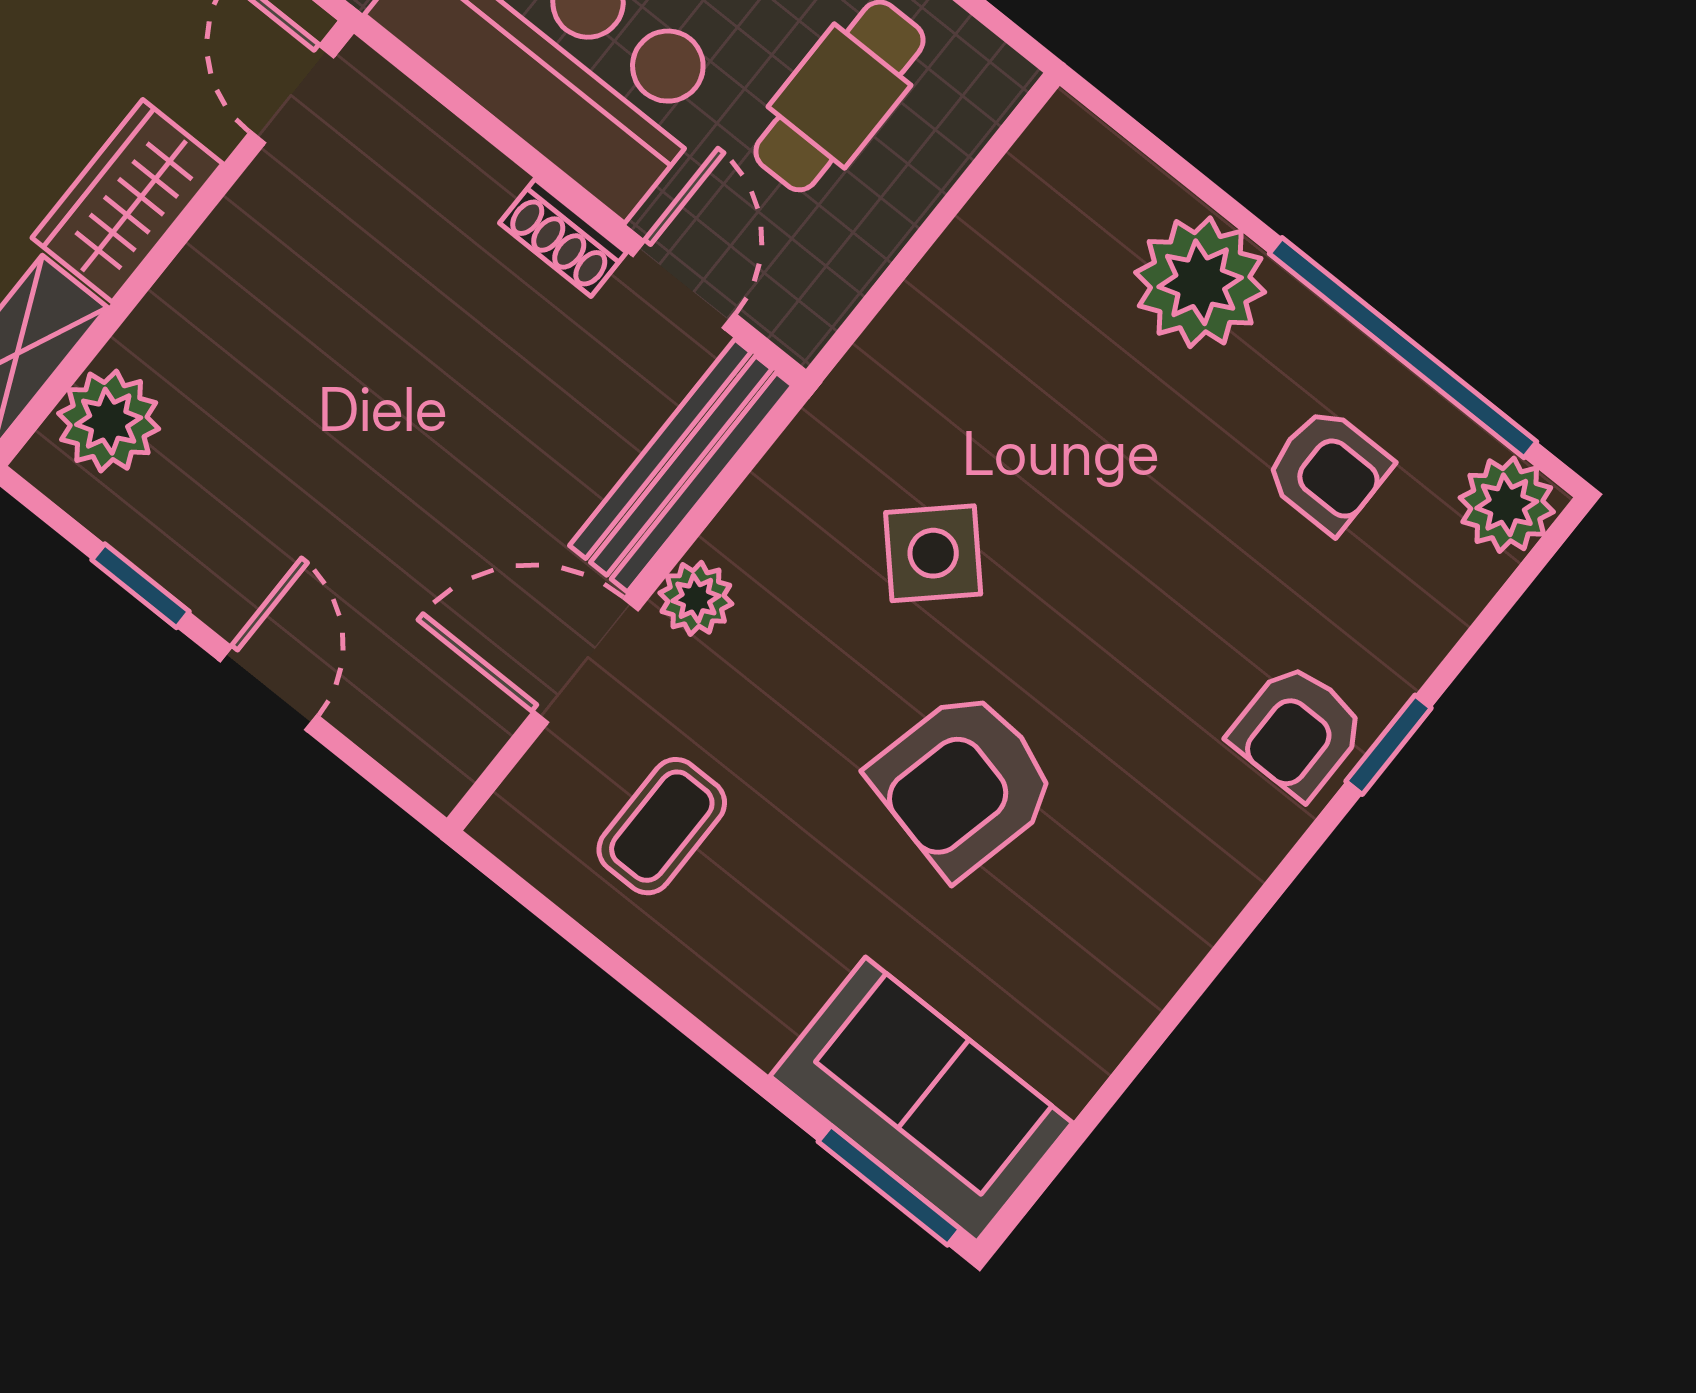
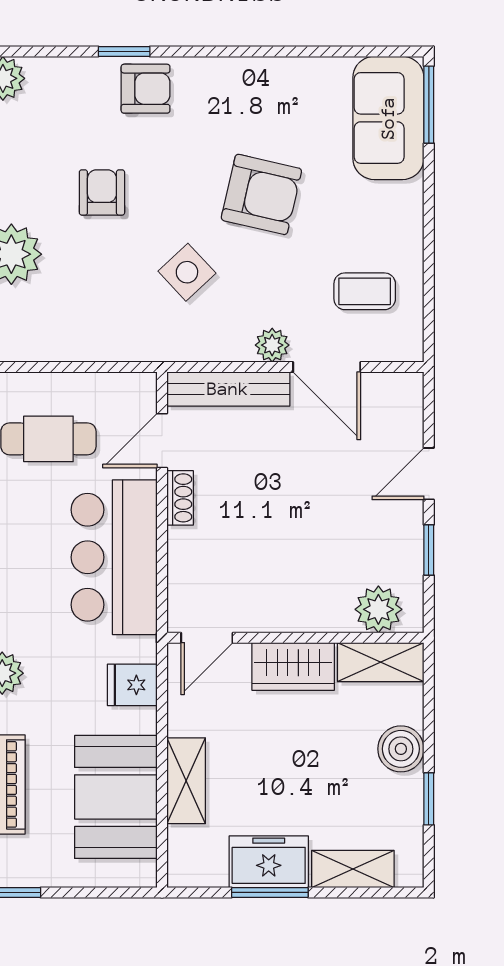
armchair: (1328, 470) -> (102, 192), moved

